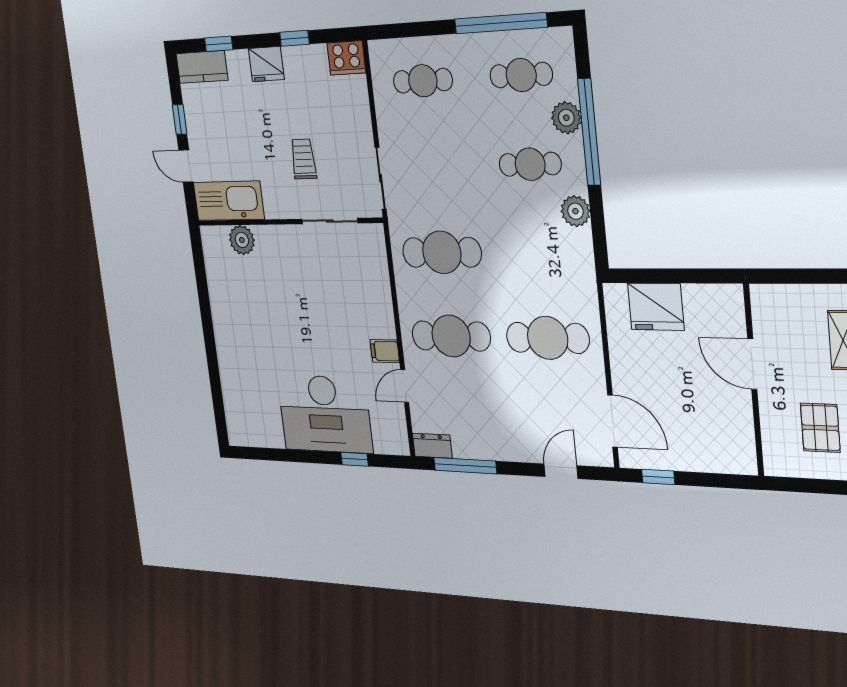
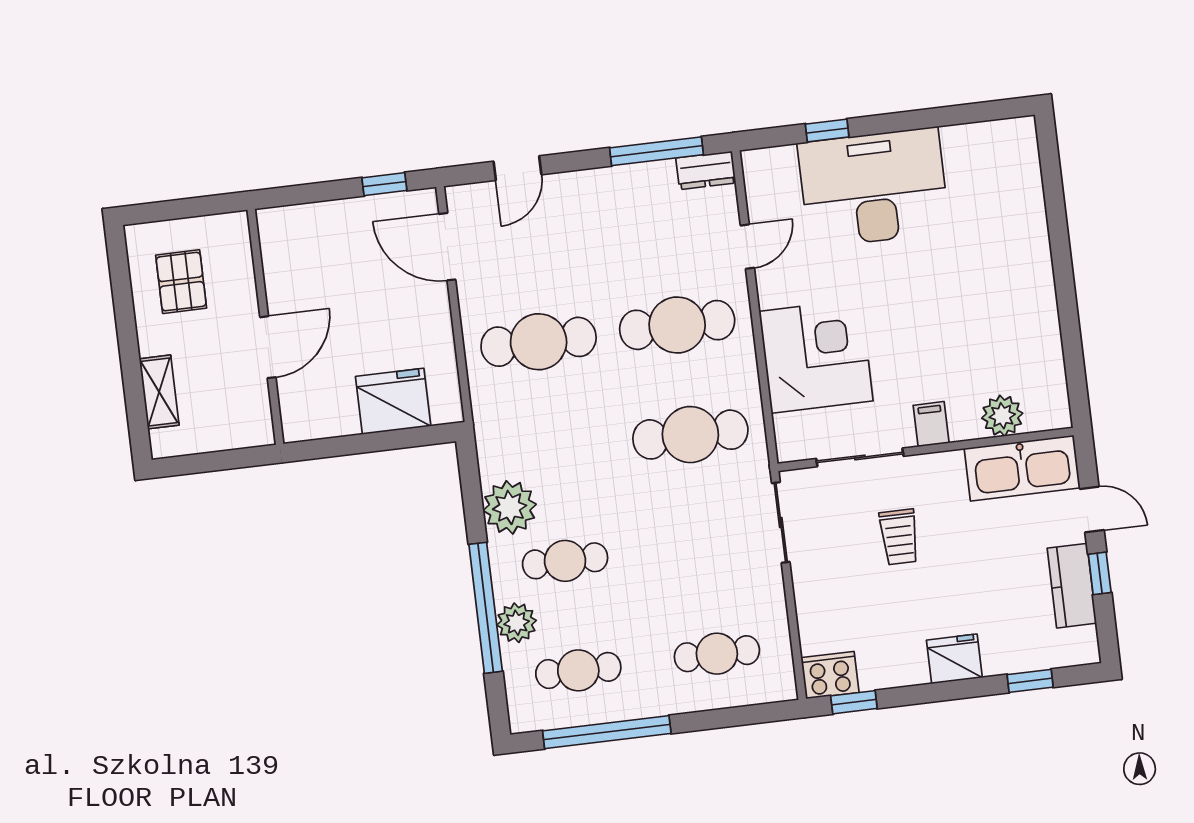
window: (295, 38) -> (854, 702), moved
kitchen counter: (202, 67) -> (1072, 586), moved, turned -90
plant: (575, 211) -> (510, 507), width x1.36, depth x1.36
corner desk: (359, 299) -> (816, 356), added
filing cabinet: (385, 351) -> (931, 424), moved, turned -90
door: (752, 364) -> (268, 347), hinge flipped

